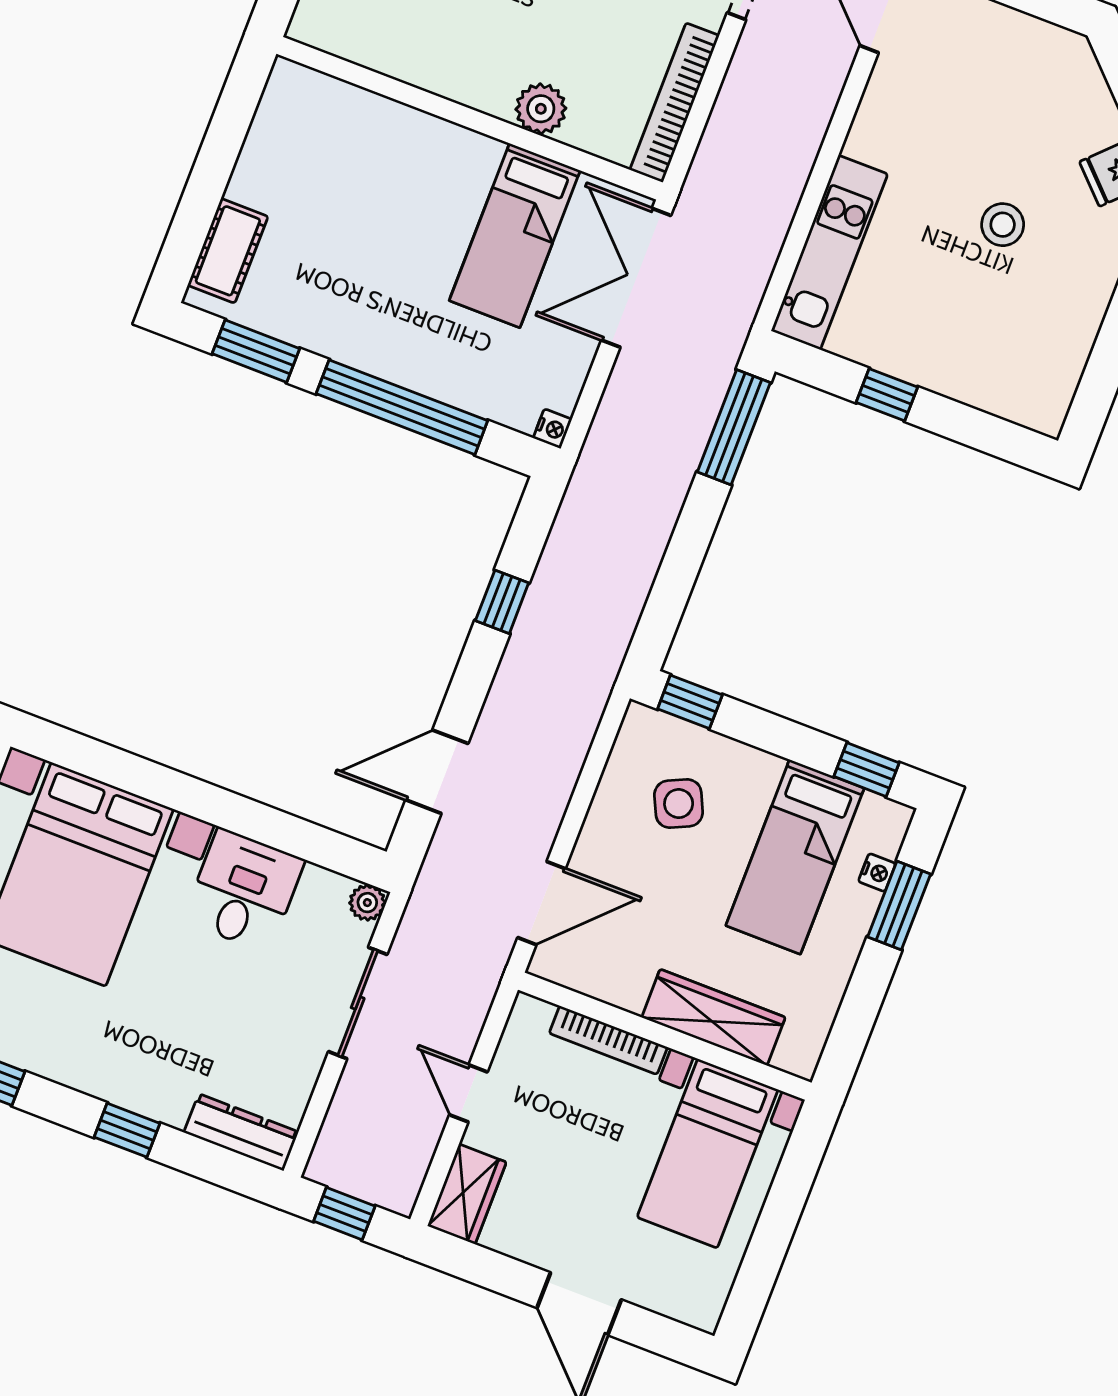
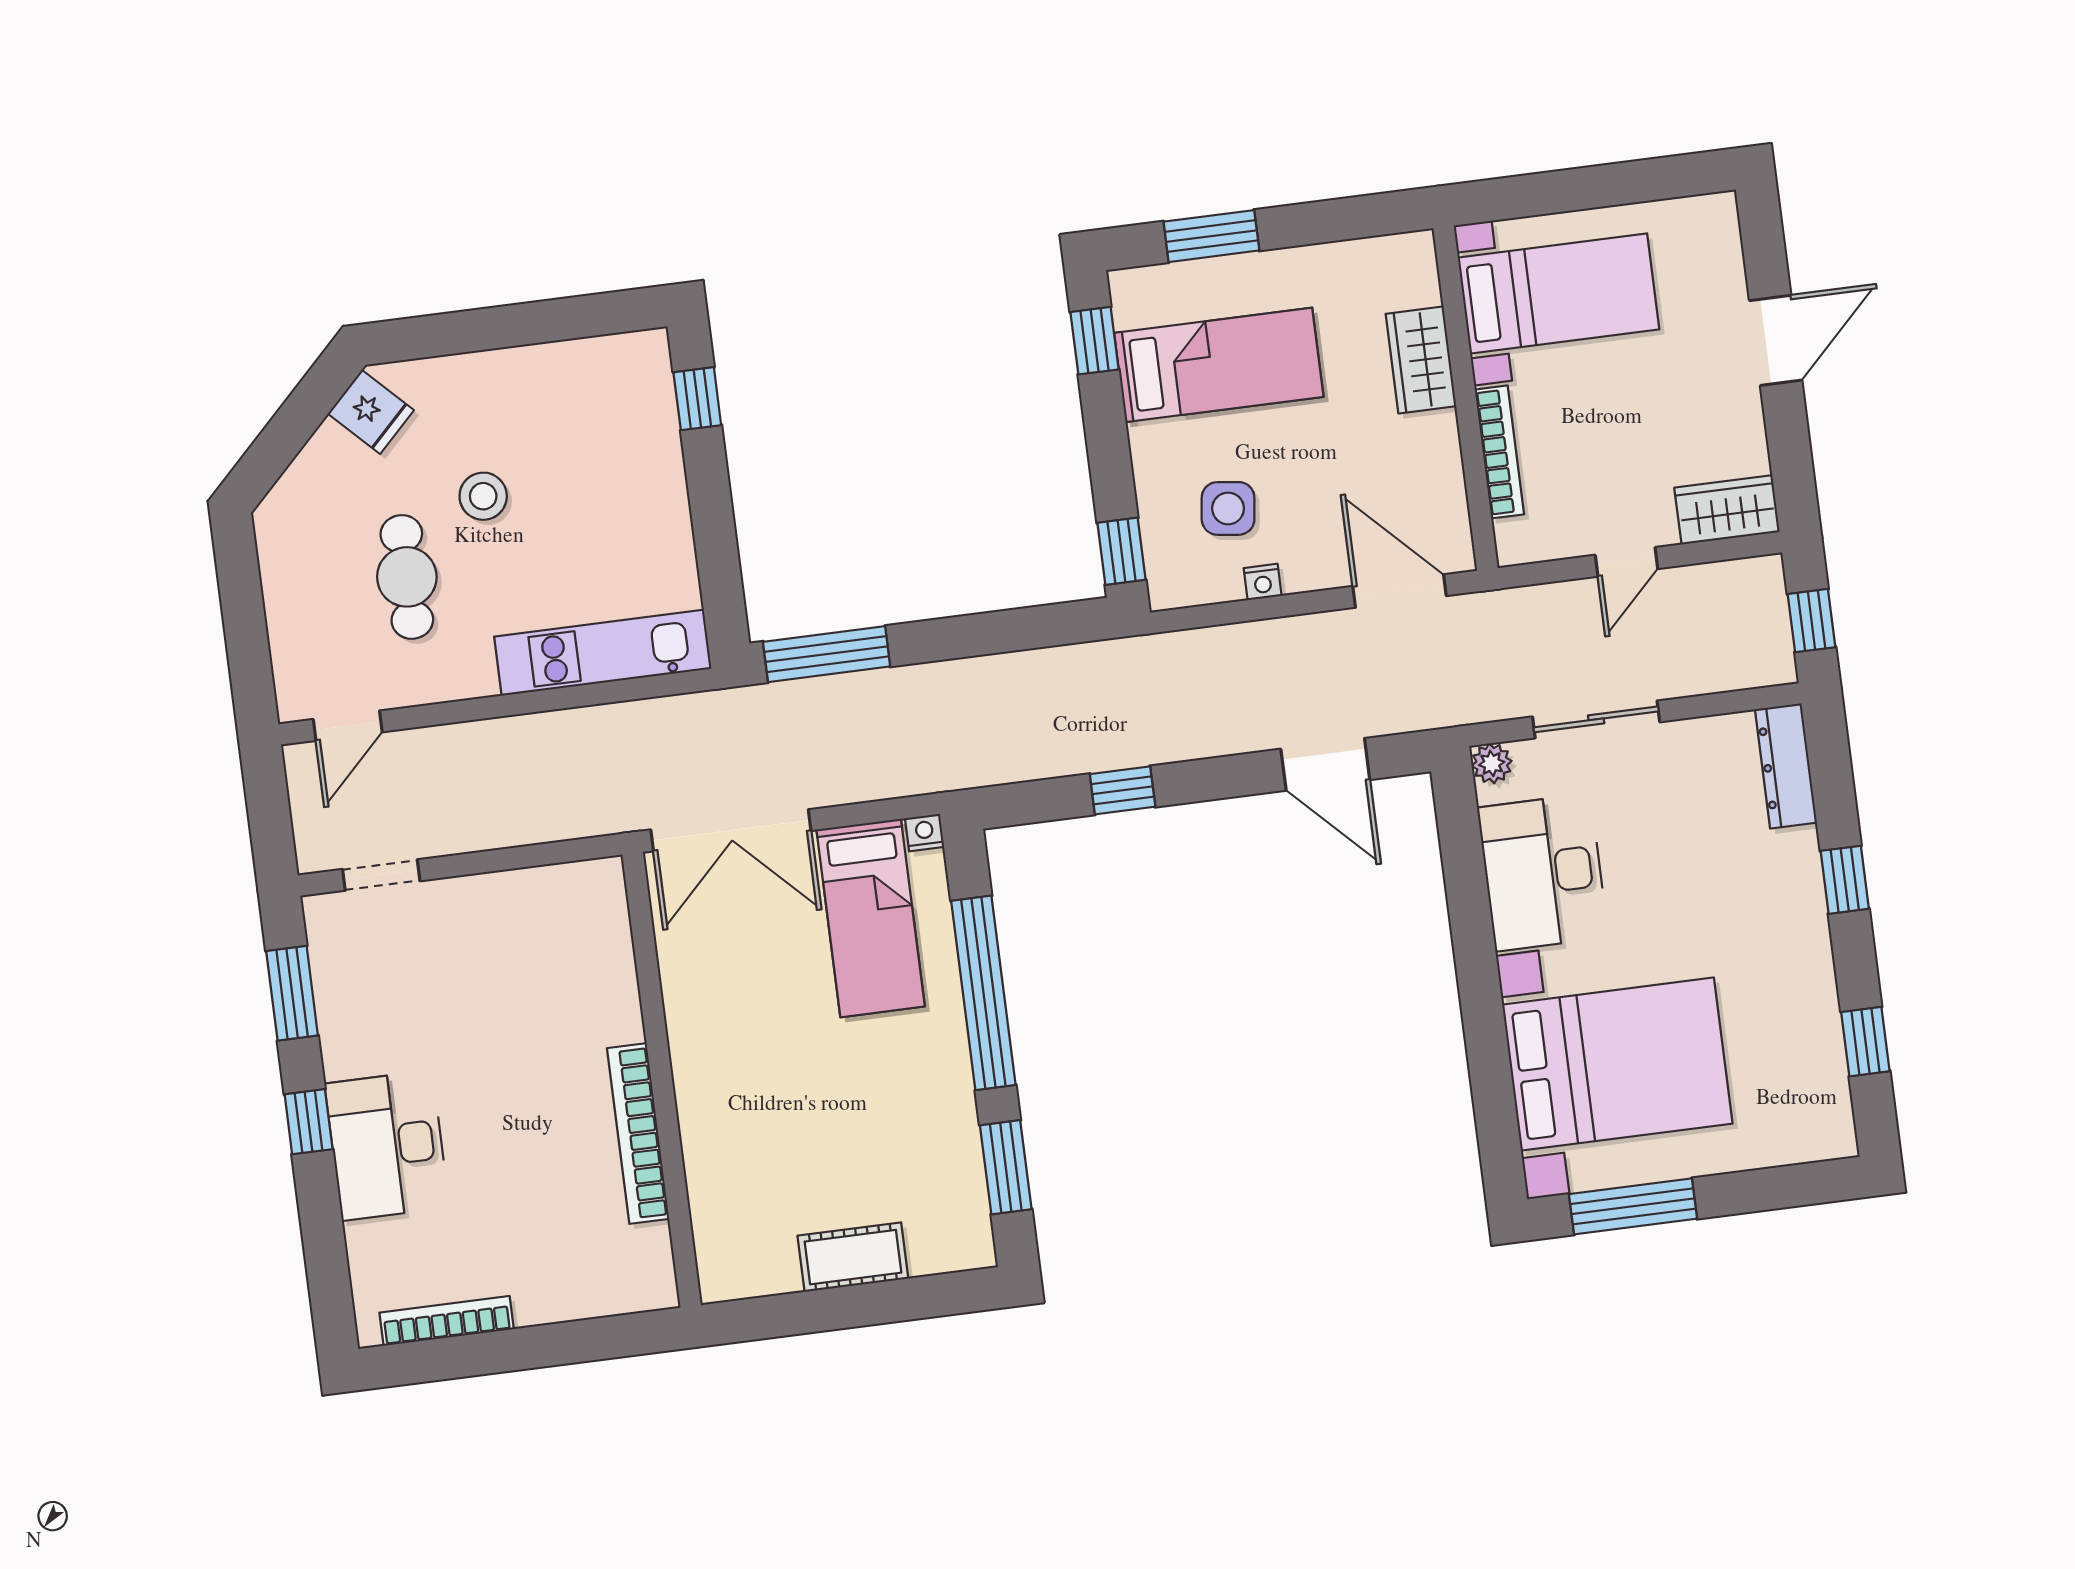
bookcase: (674, 103) -> (638, 1134), moved, turned 90
plant: (541, 109) -> (614, 1015), removed
cafe table: (972, 131) -> (407, 577), added
bed: (515, 236) -> (871, 918), moved, turned 90
cot: (228, 251) -> (853, 1257), moved
window: (887, 395) -> (697, 399), moved
side table: (679, 804) -> (1228, 508), turned 32
nightstand: (877, 873) -> (1263, 582), moved, turned 180
desk: (244, 890) -> (1543, 873), width x1.37
wardrobe: (714, 1017) -> (1421, 360), width x0.67

